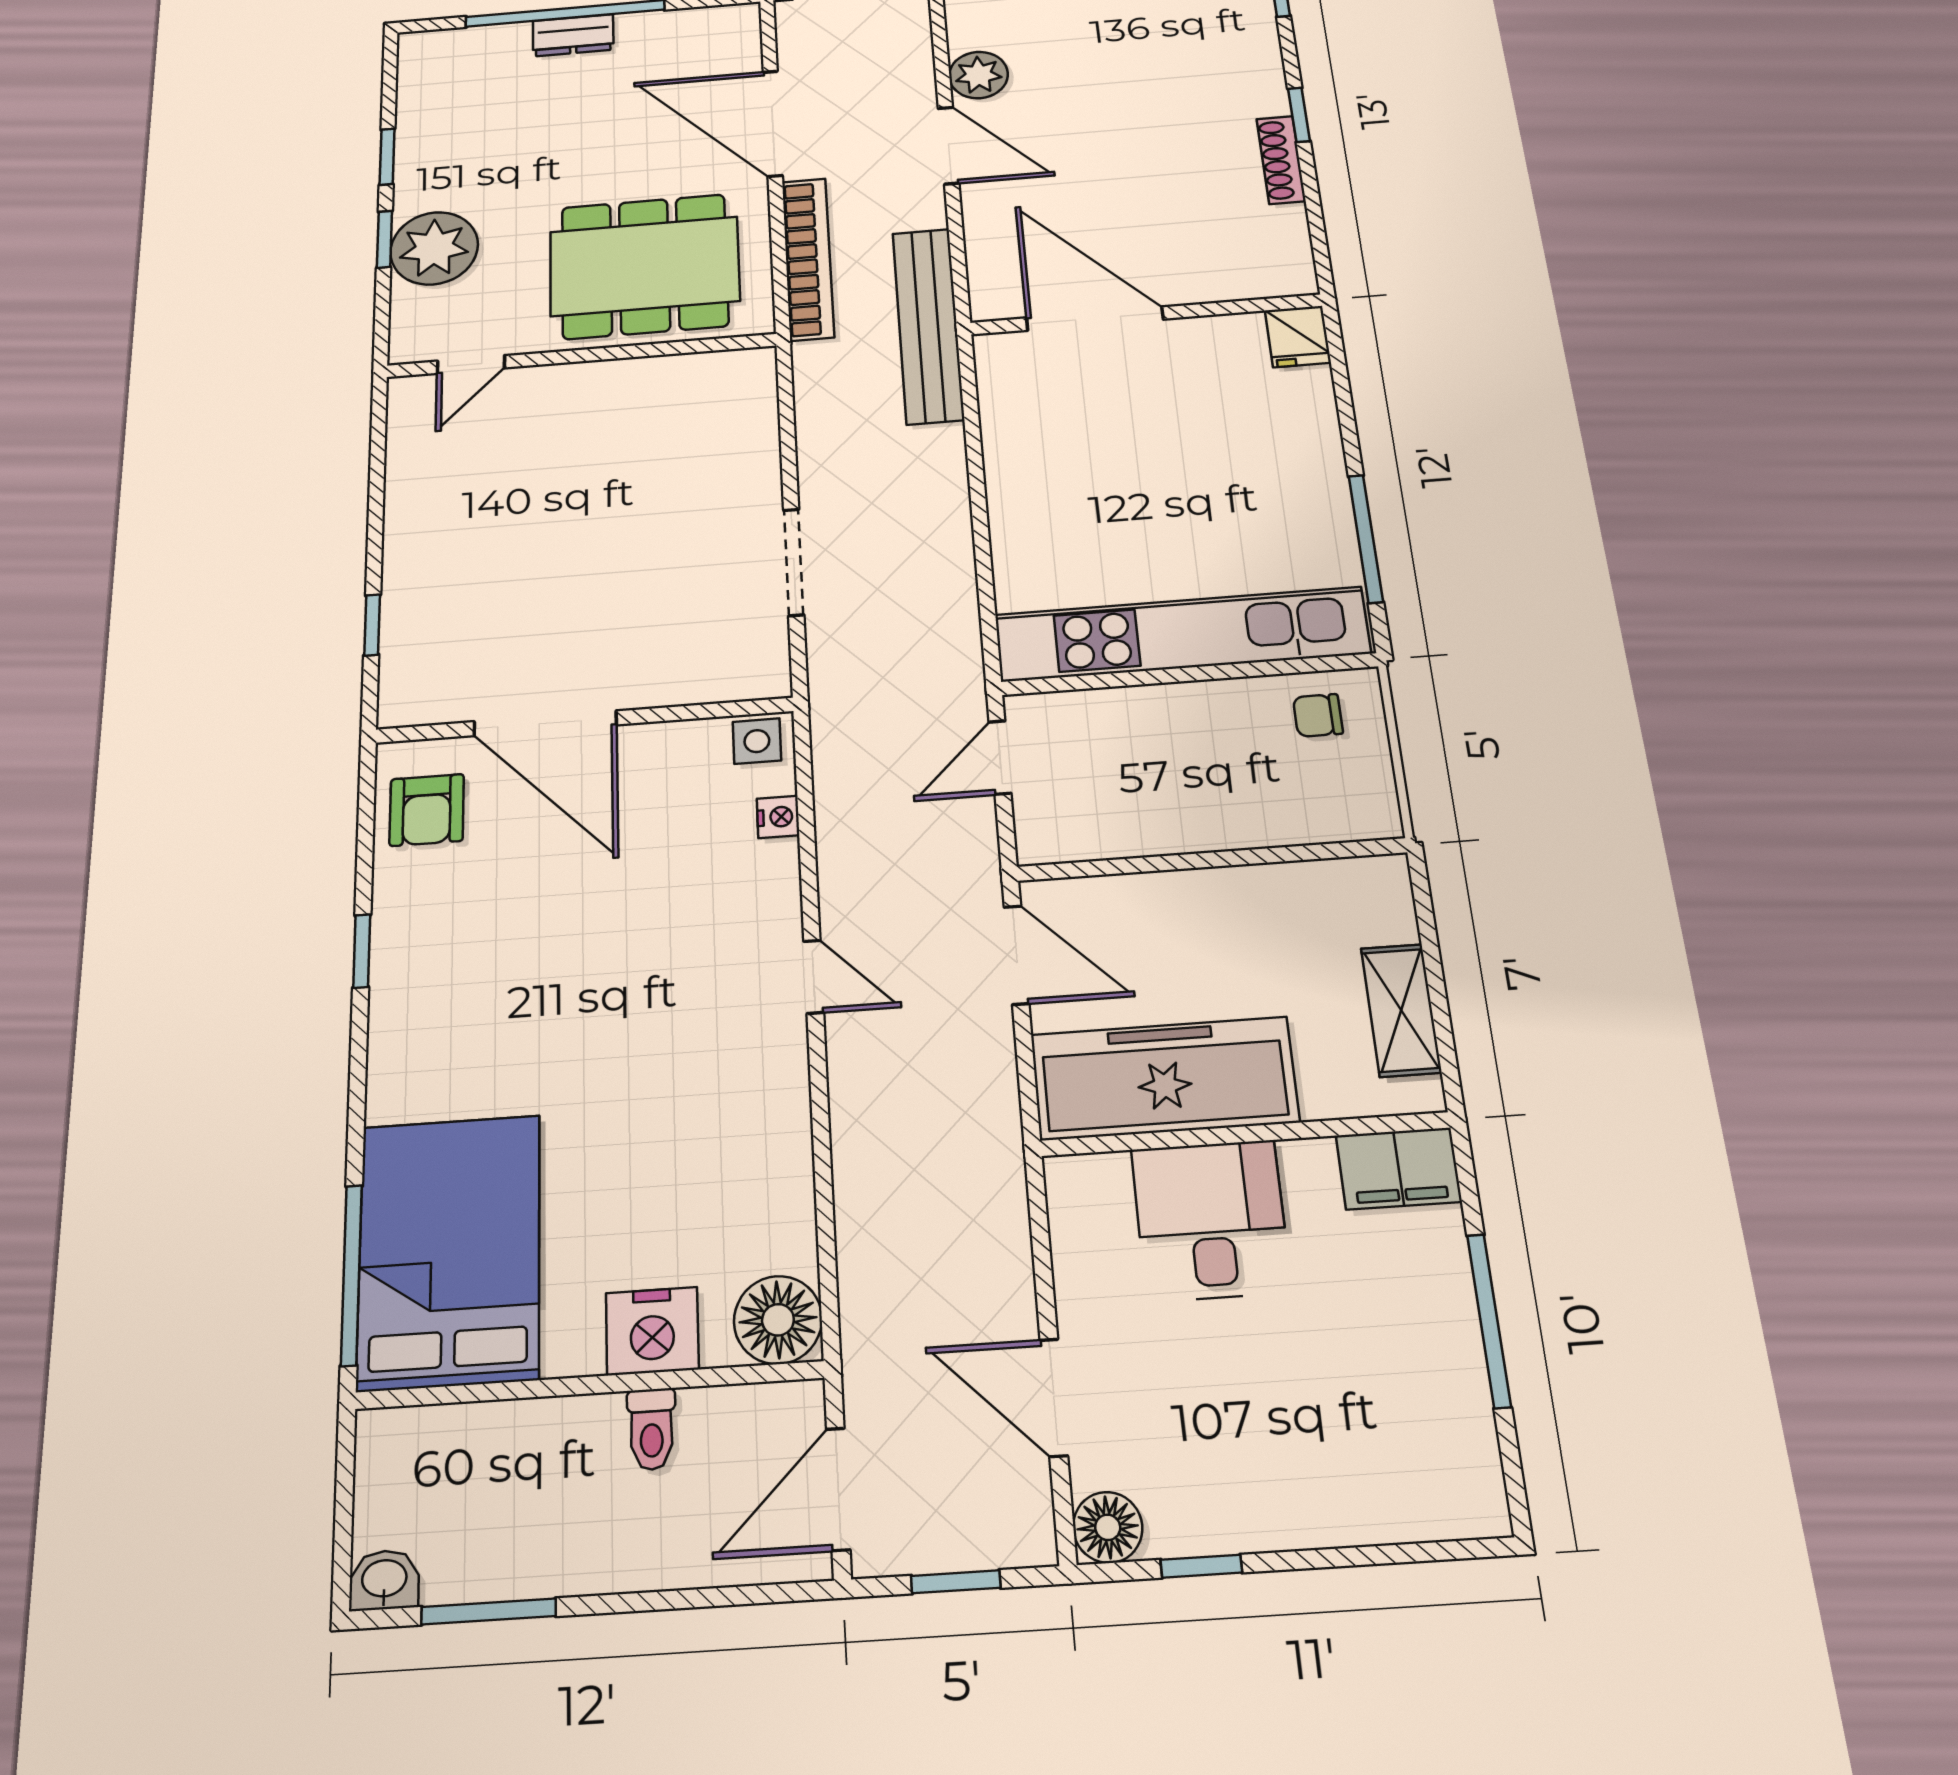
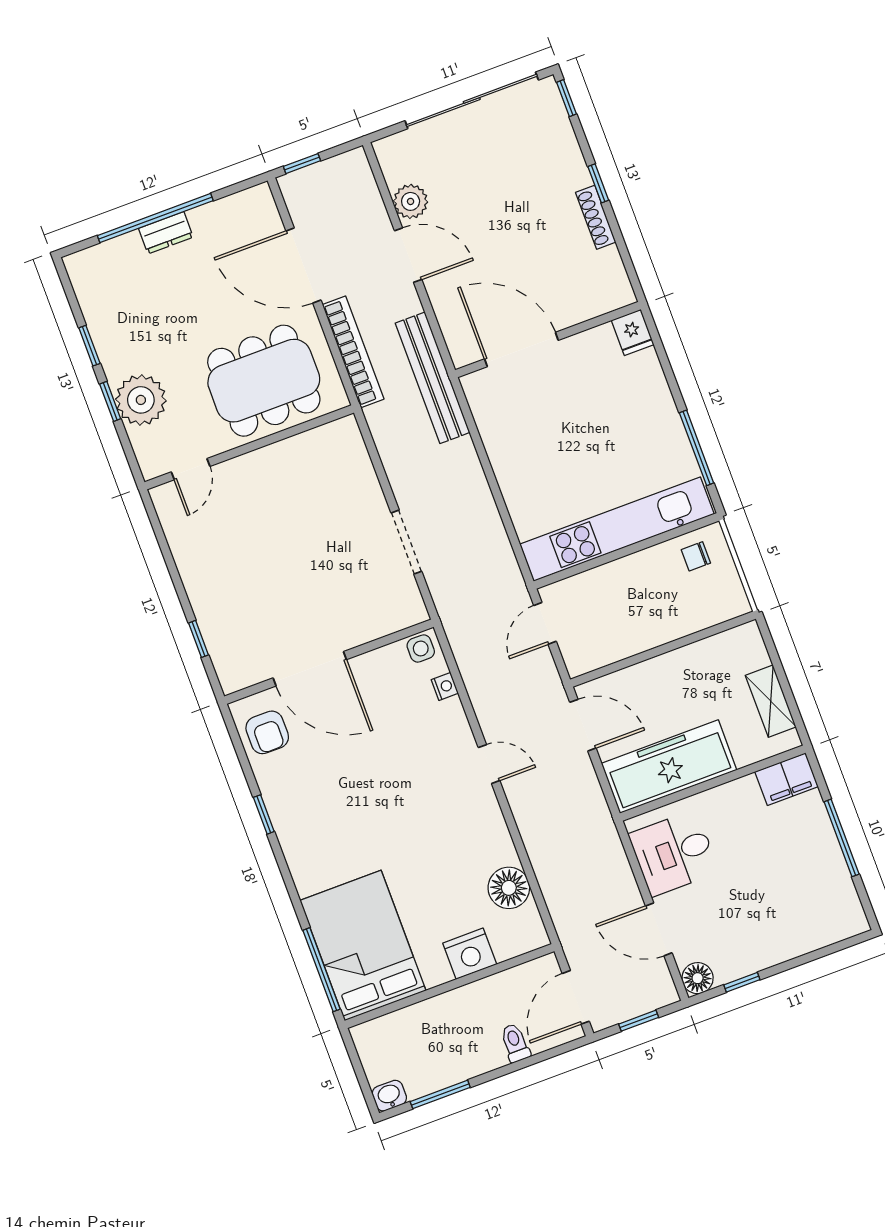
desk: (1211, 1220) -> (674, 853), moved, turned -90
floor lamp: (778, 1320) -> (509, 888), moved
toilet: (652, 1429) -> (515, 1043), moved, turned 180

